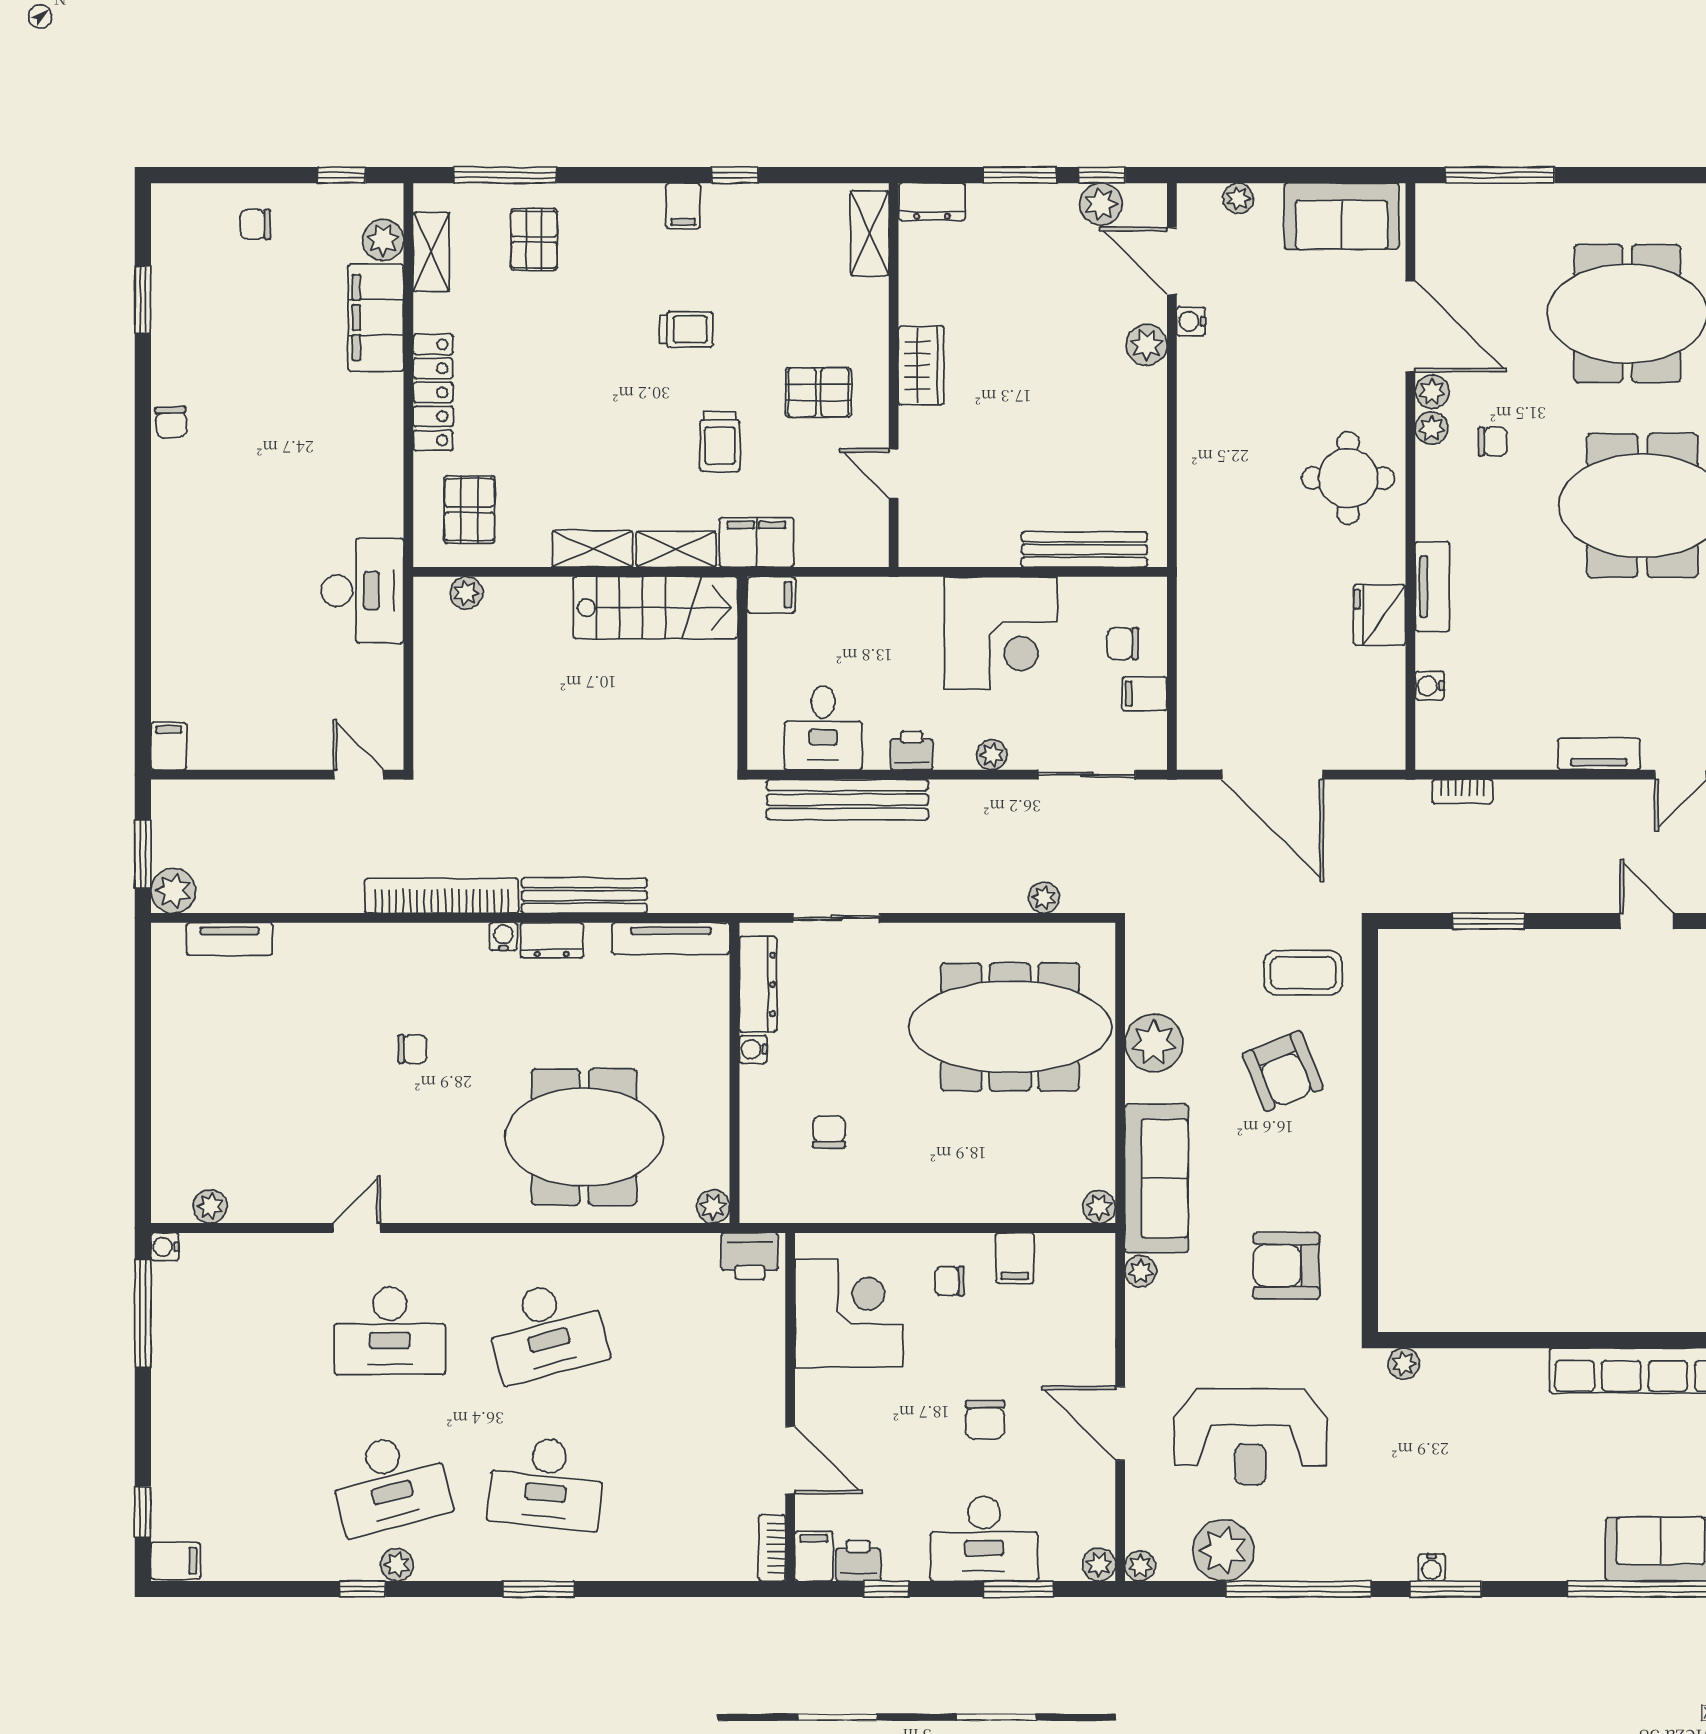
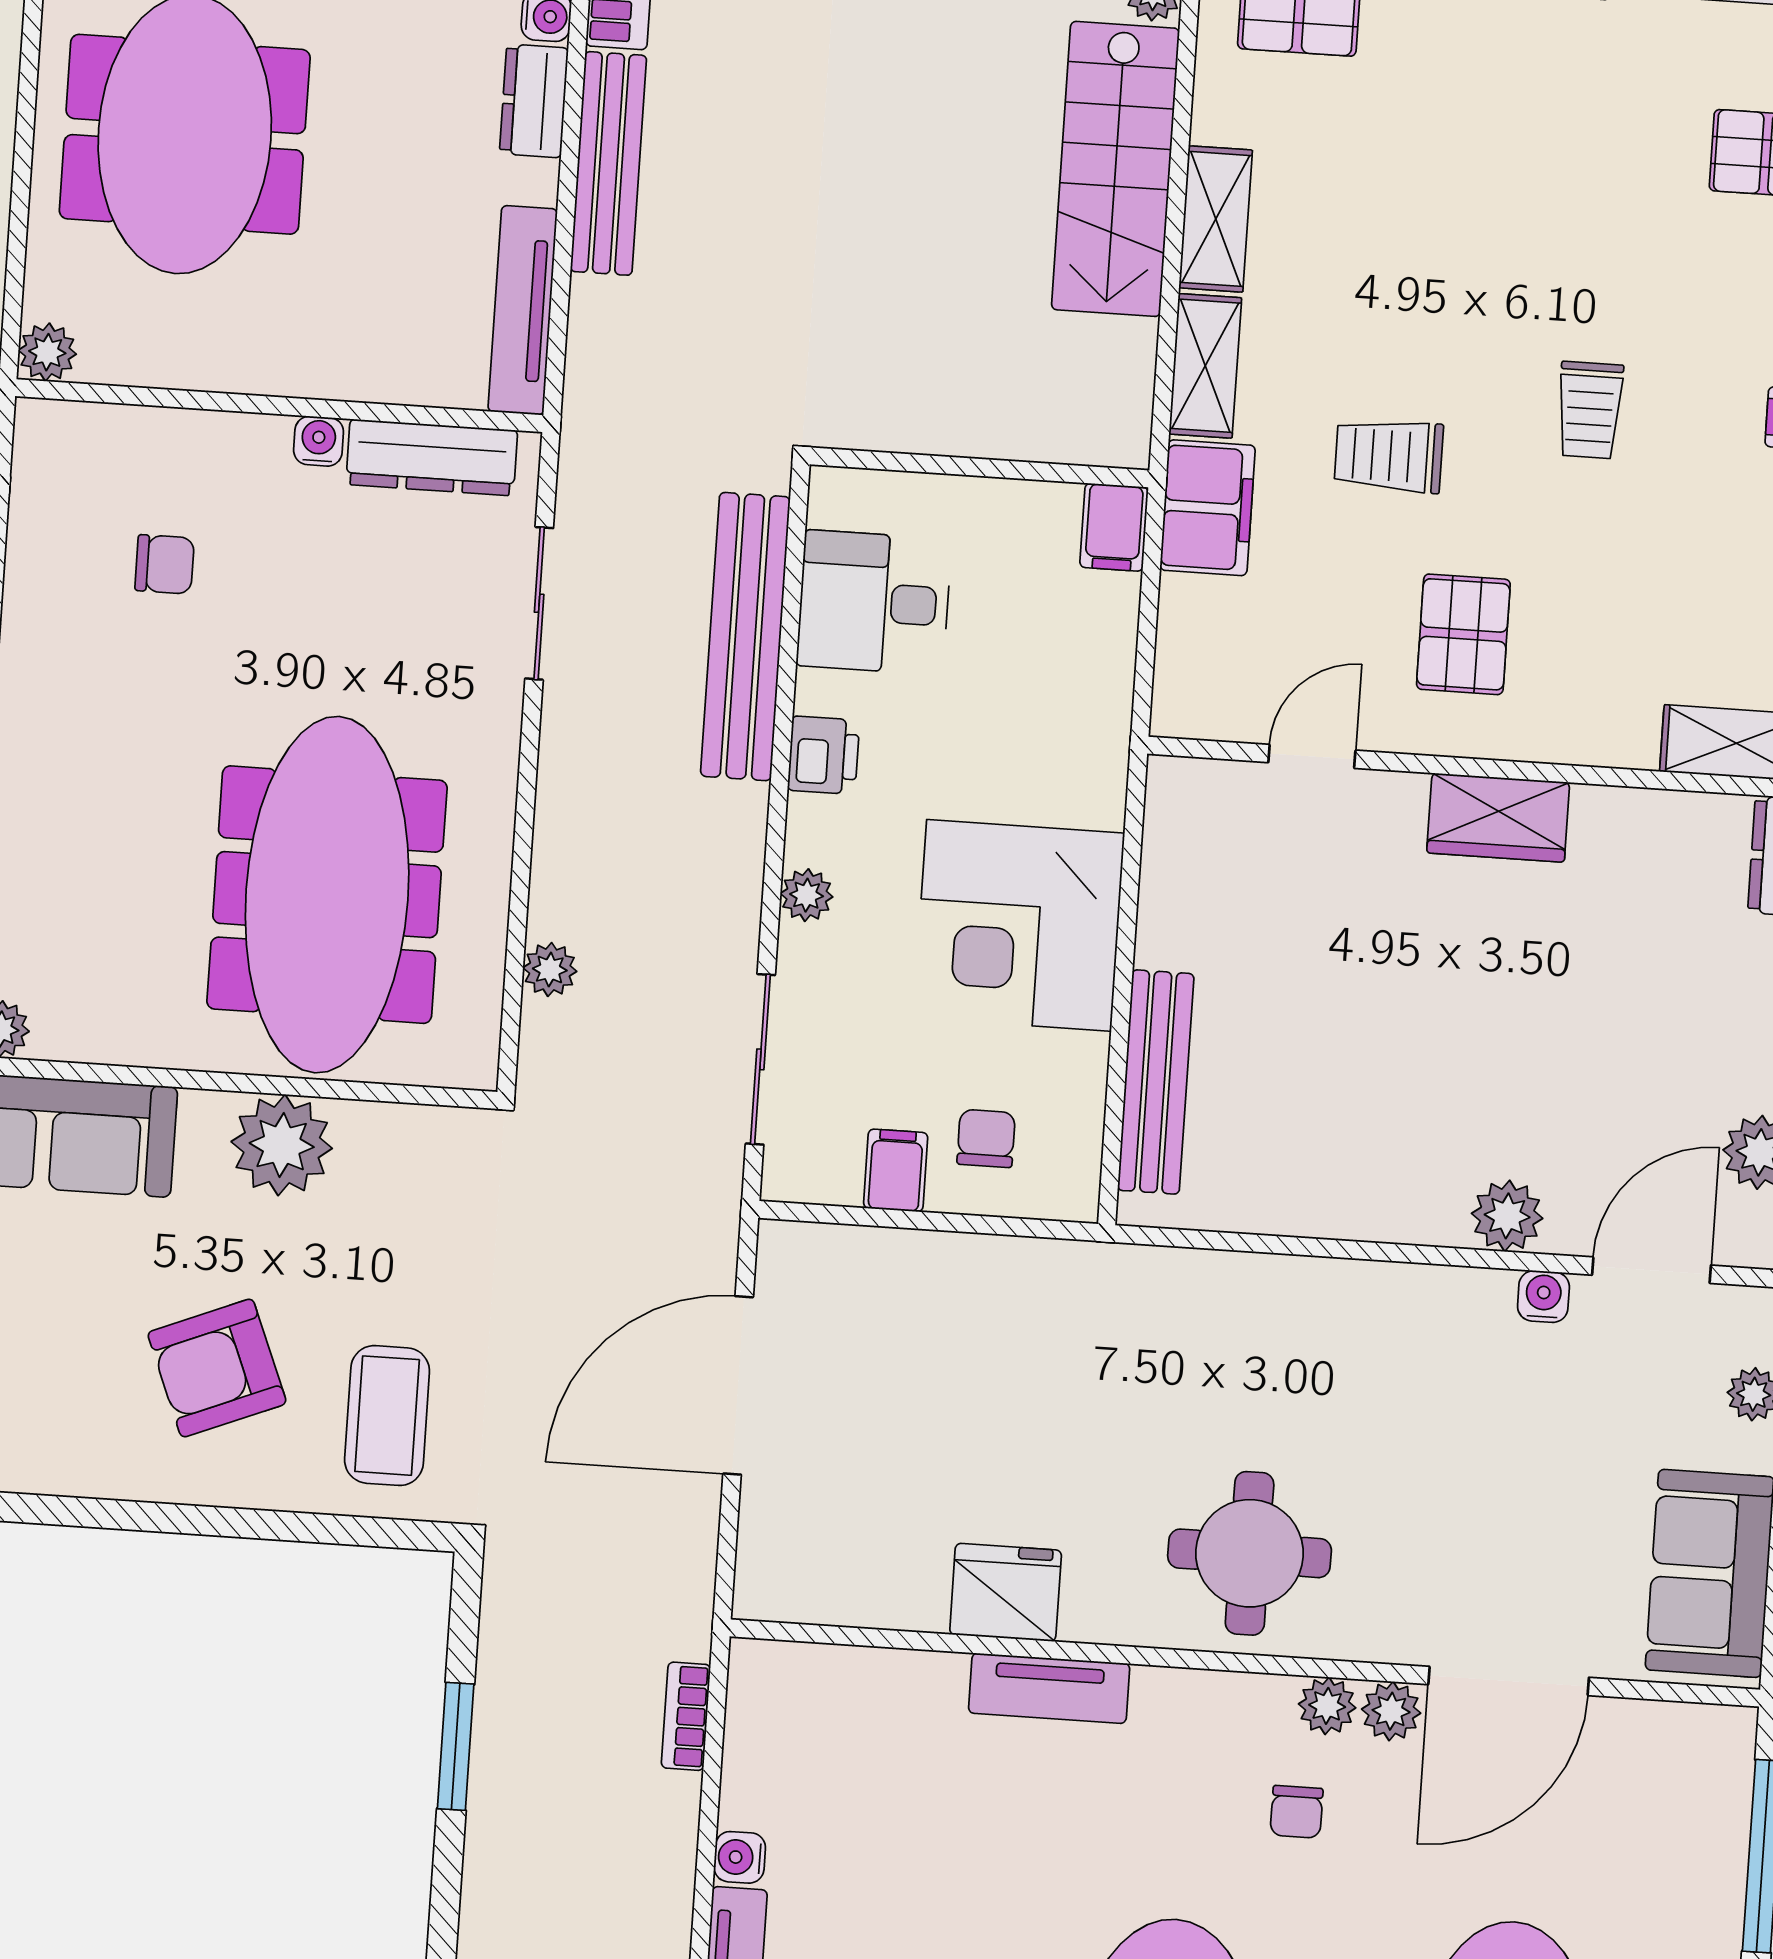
stairs: (655, 608) -> (1115, 169), moved
water cooler: (1430, 686) -> (740, 1857), moved, turned -90

